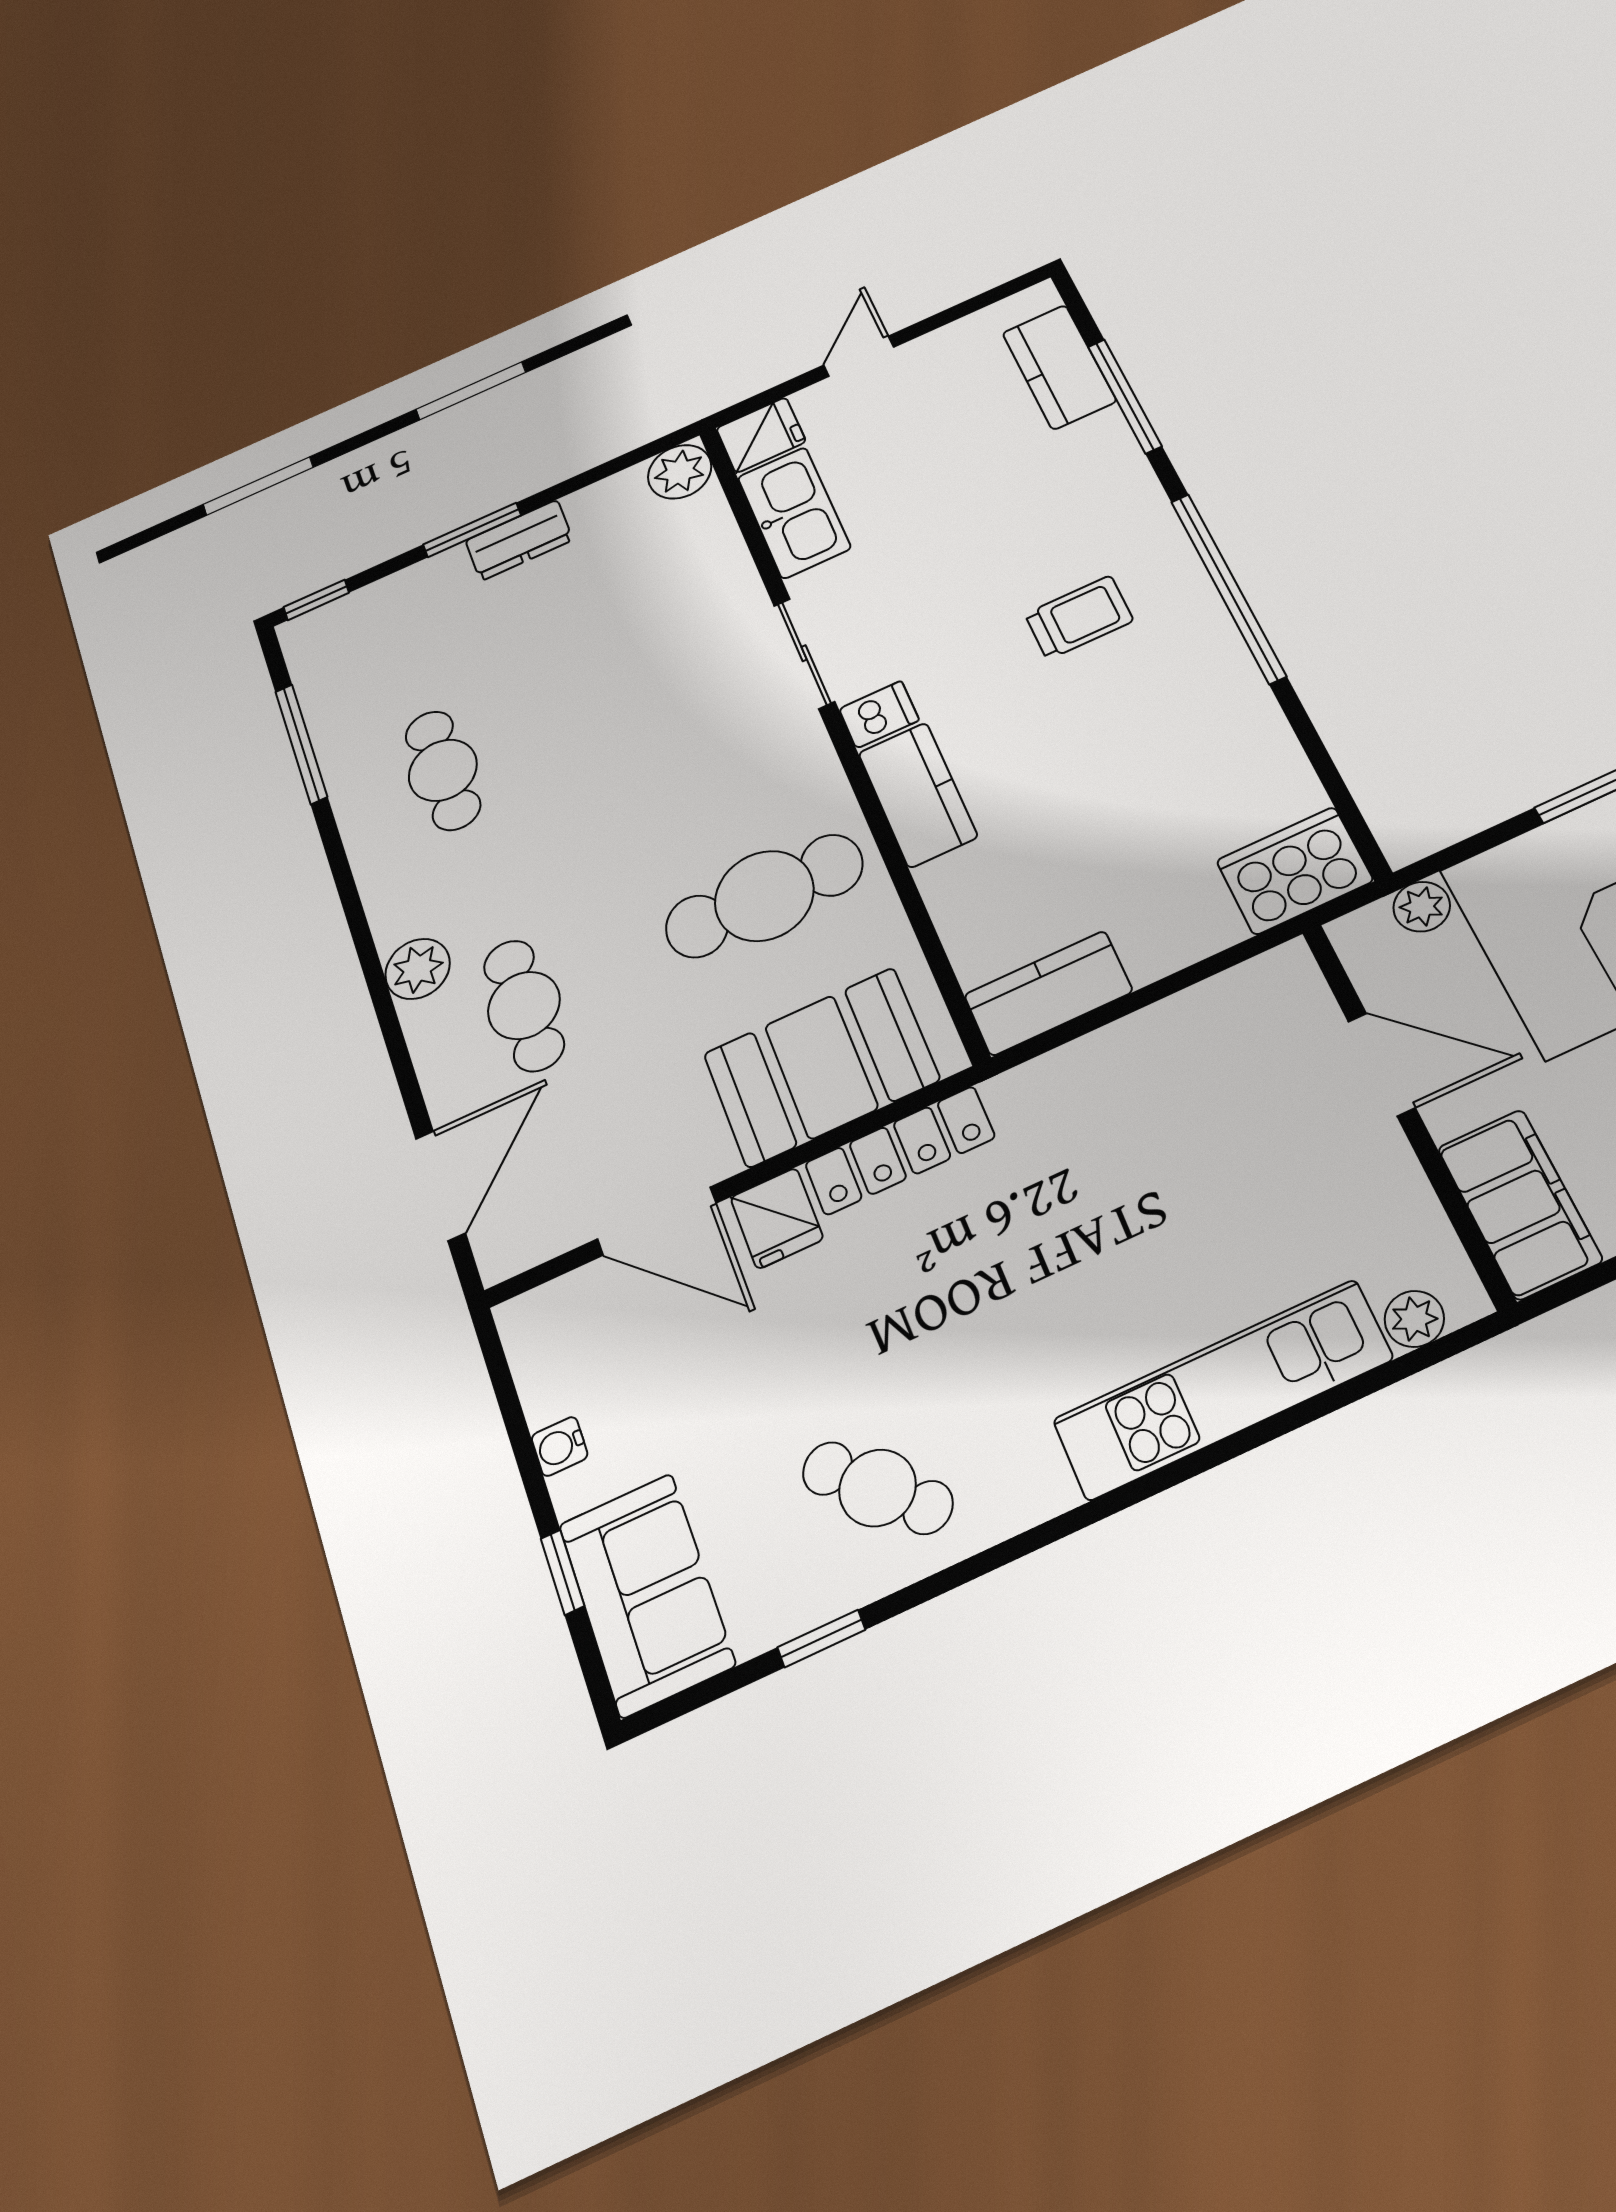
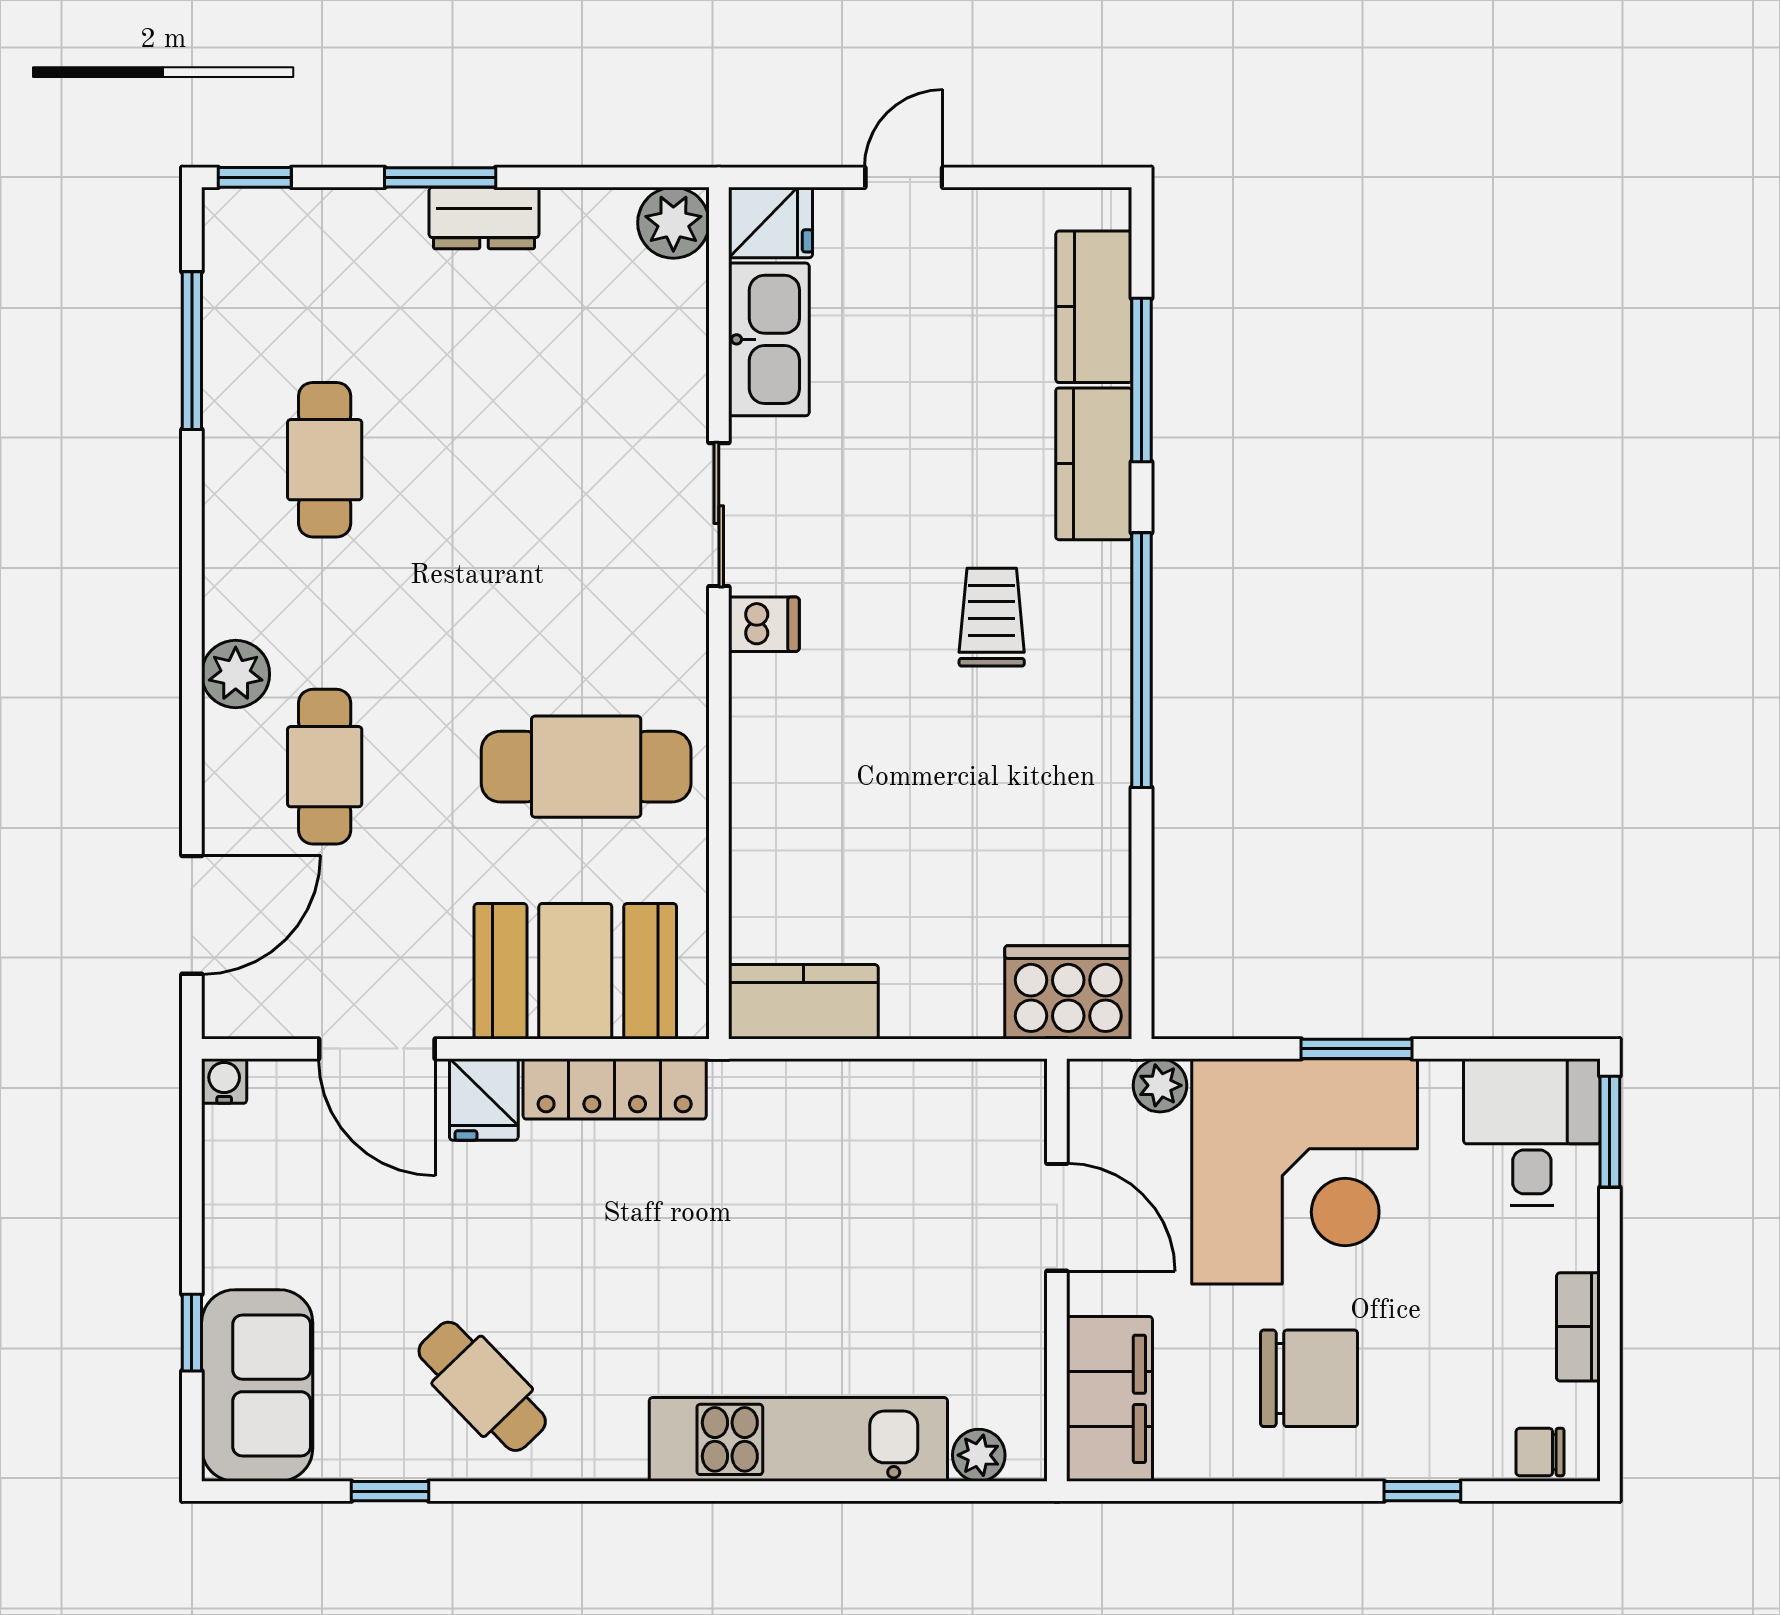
trolley: (1079, 617) -> (992, 617), turned -90
kitchen counter: (918, 795) -> (1094, 464), moved, turned 180
water cooler: (560, 1446) -> (224, 1081), moved, turned 90

